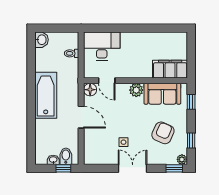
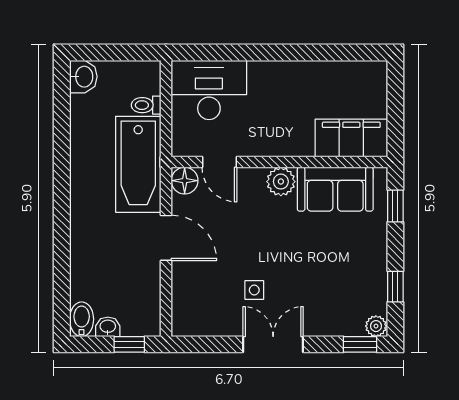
bathtub: (46, 95) -> (138, 164), moved, turned 180
armchair: (163, 133) -> (336, 271), removed
bidet: (66, 156) -> (82, 319), moved

